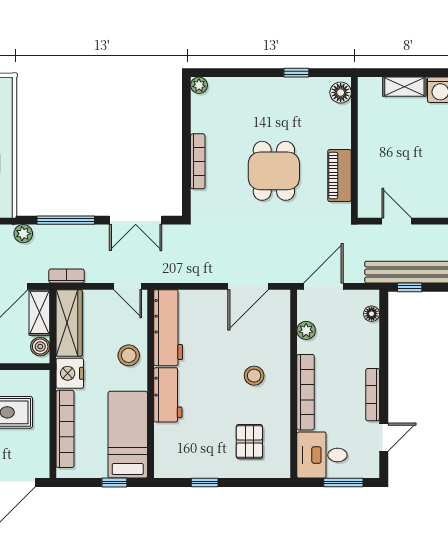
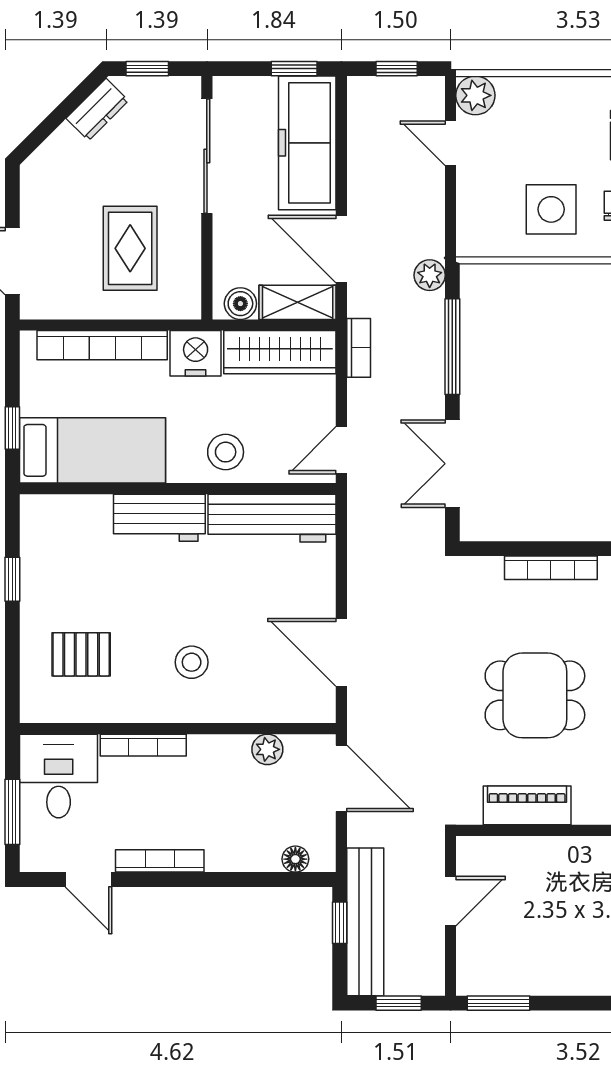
bookcase: (306, 392) -> (143, 745), width x0.68, depth x0.76

